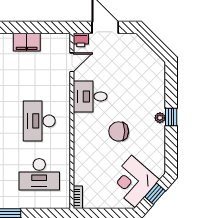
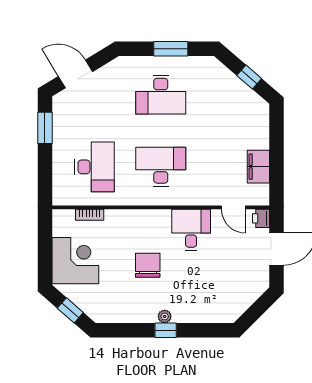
filing cabinet: (27, 42) -> (258, 167), moved
desk: (39, 174) -> (95, 167), turned 180
corner desk: (133, 181) -> (75, 261), moved, turned 49
bookcase: (78, 197) -> (90, 215), moved

